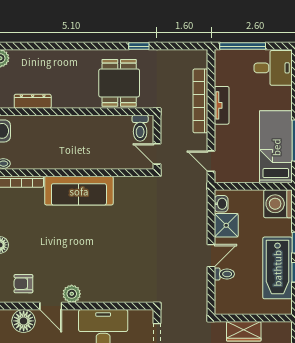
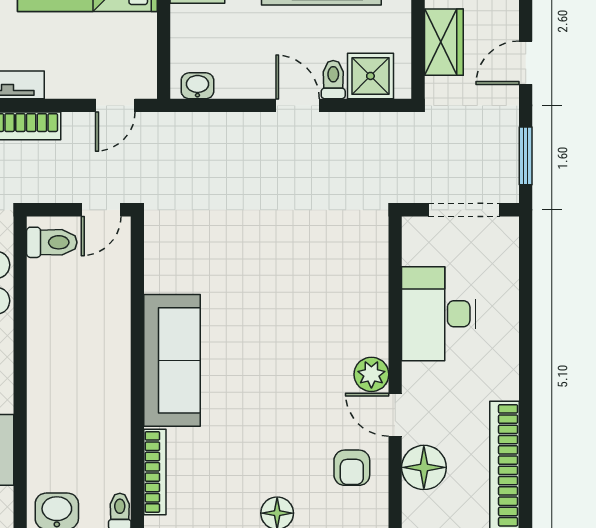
shower: (226, 225) -> (370, 76), moved
door: (51, 306) -> (395, 415), swing flipped

